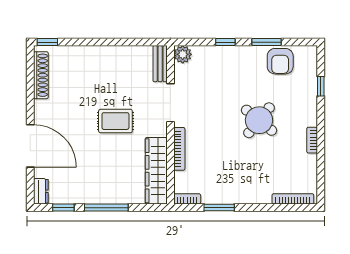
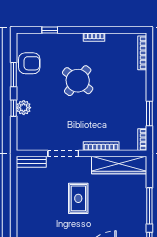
plant: (183, 54) -> (24, 108), moved

